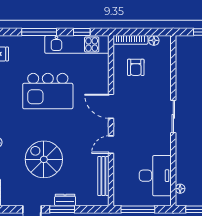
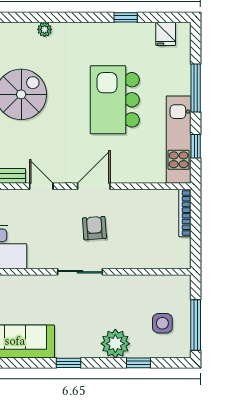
floor lamp: (154, 40) -> (184, 245), removed
armchair: (136, 67) -> (94, 228), moved, turned 86

